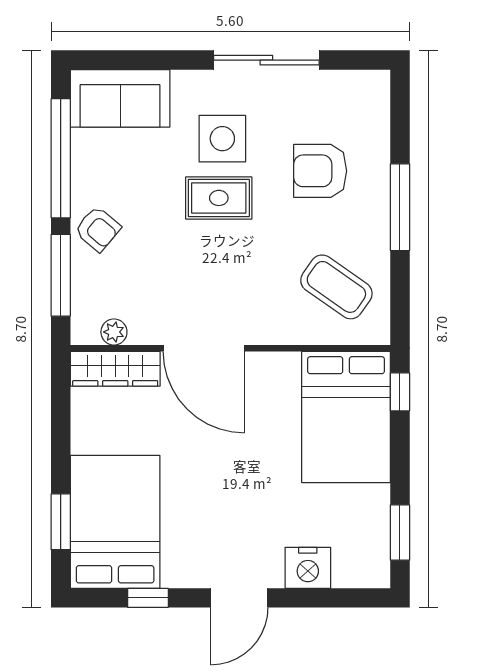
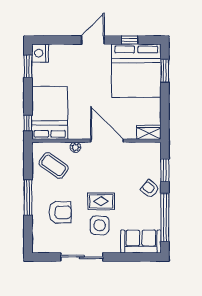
window: (61, 275) -> (165, 170), width x0.69
plant: (114, 332) -> (75, 147), moved
wardrobe: (115, 369) -> (149, 132), width x0.67
bed: (115, 522) -> (136, 71), width x1.36
nightstand: (308, 568) -> (40, 53), moved, turned -90

